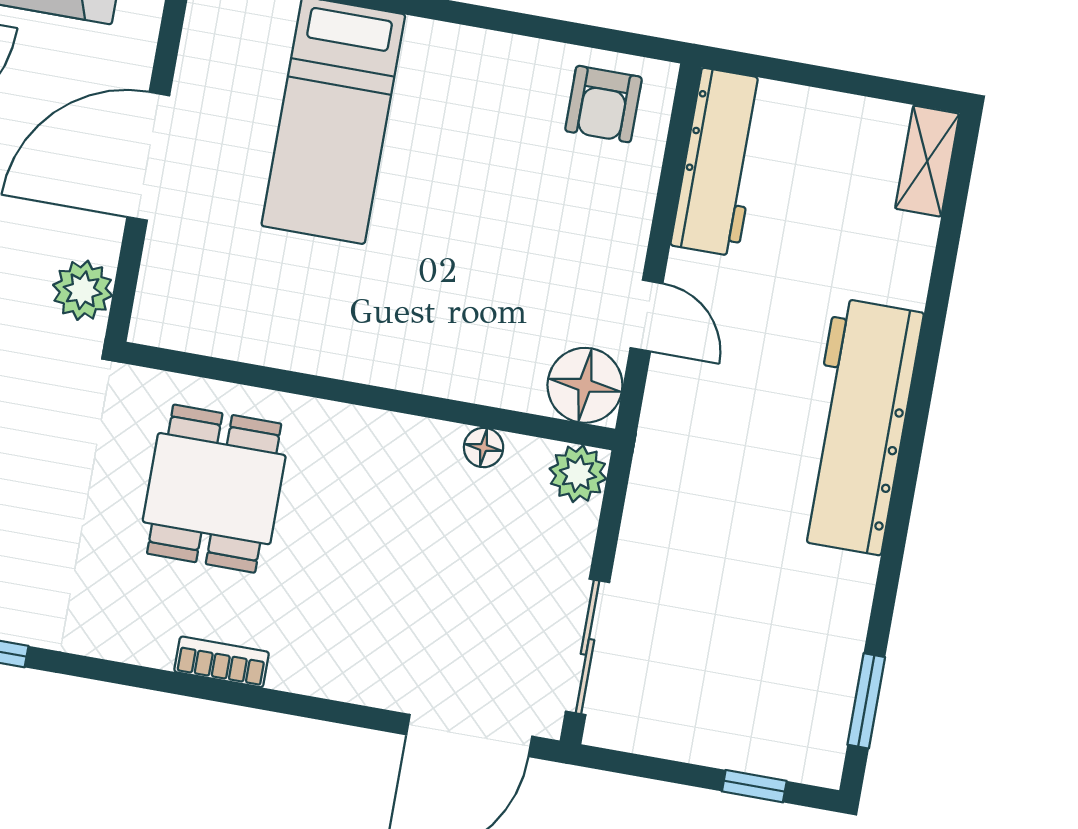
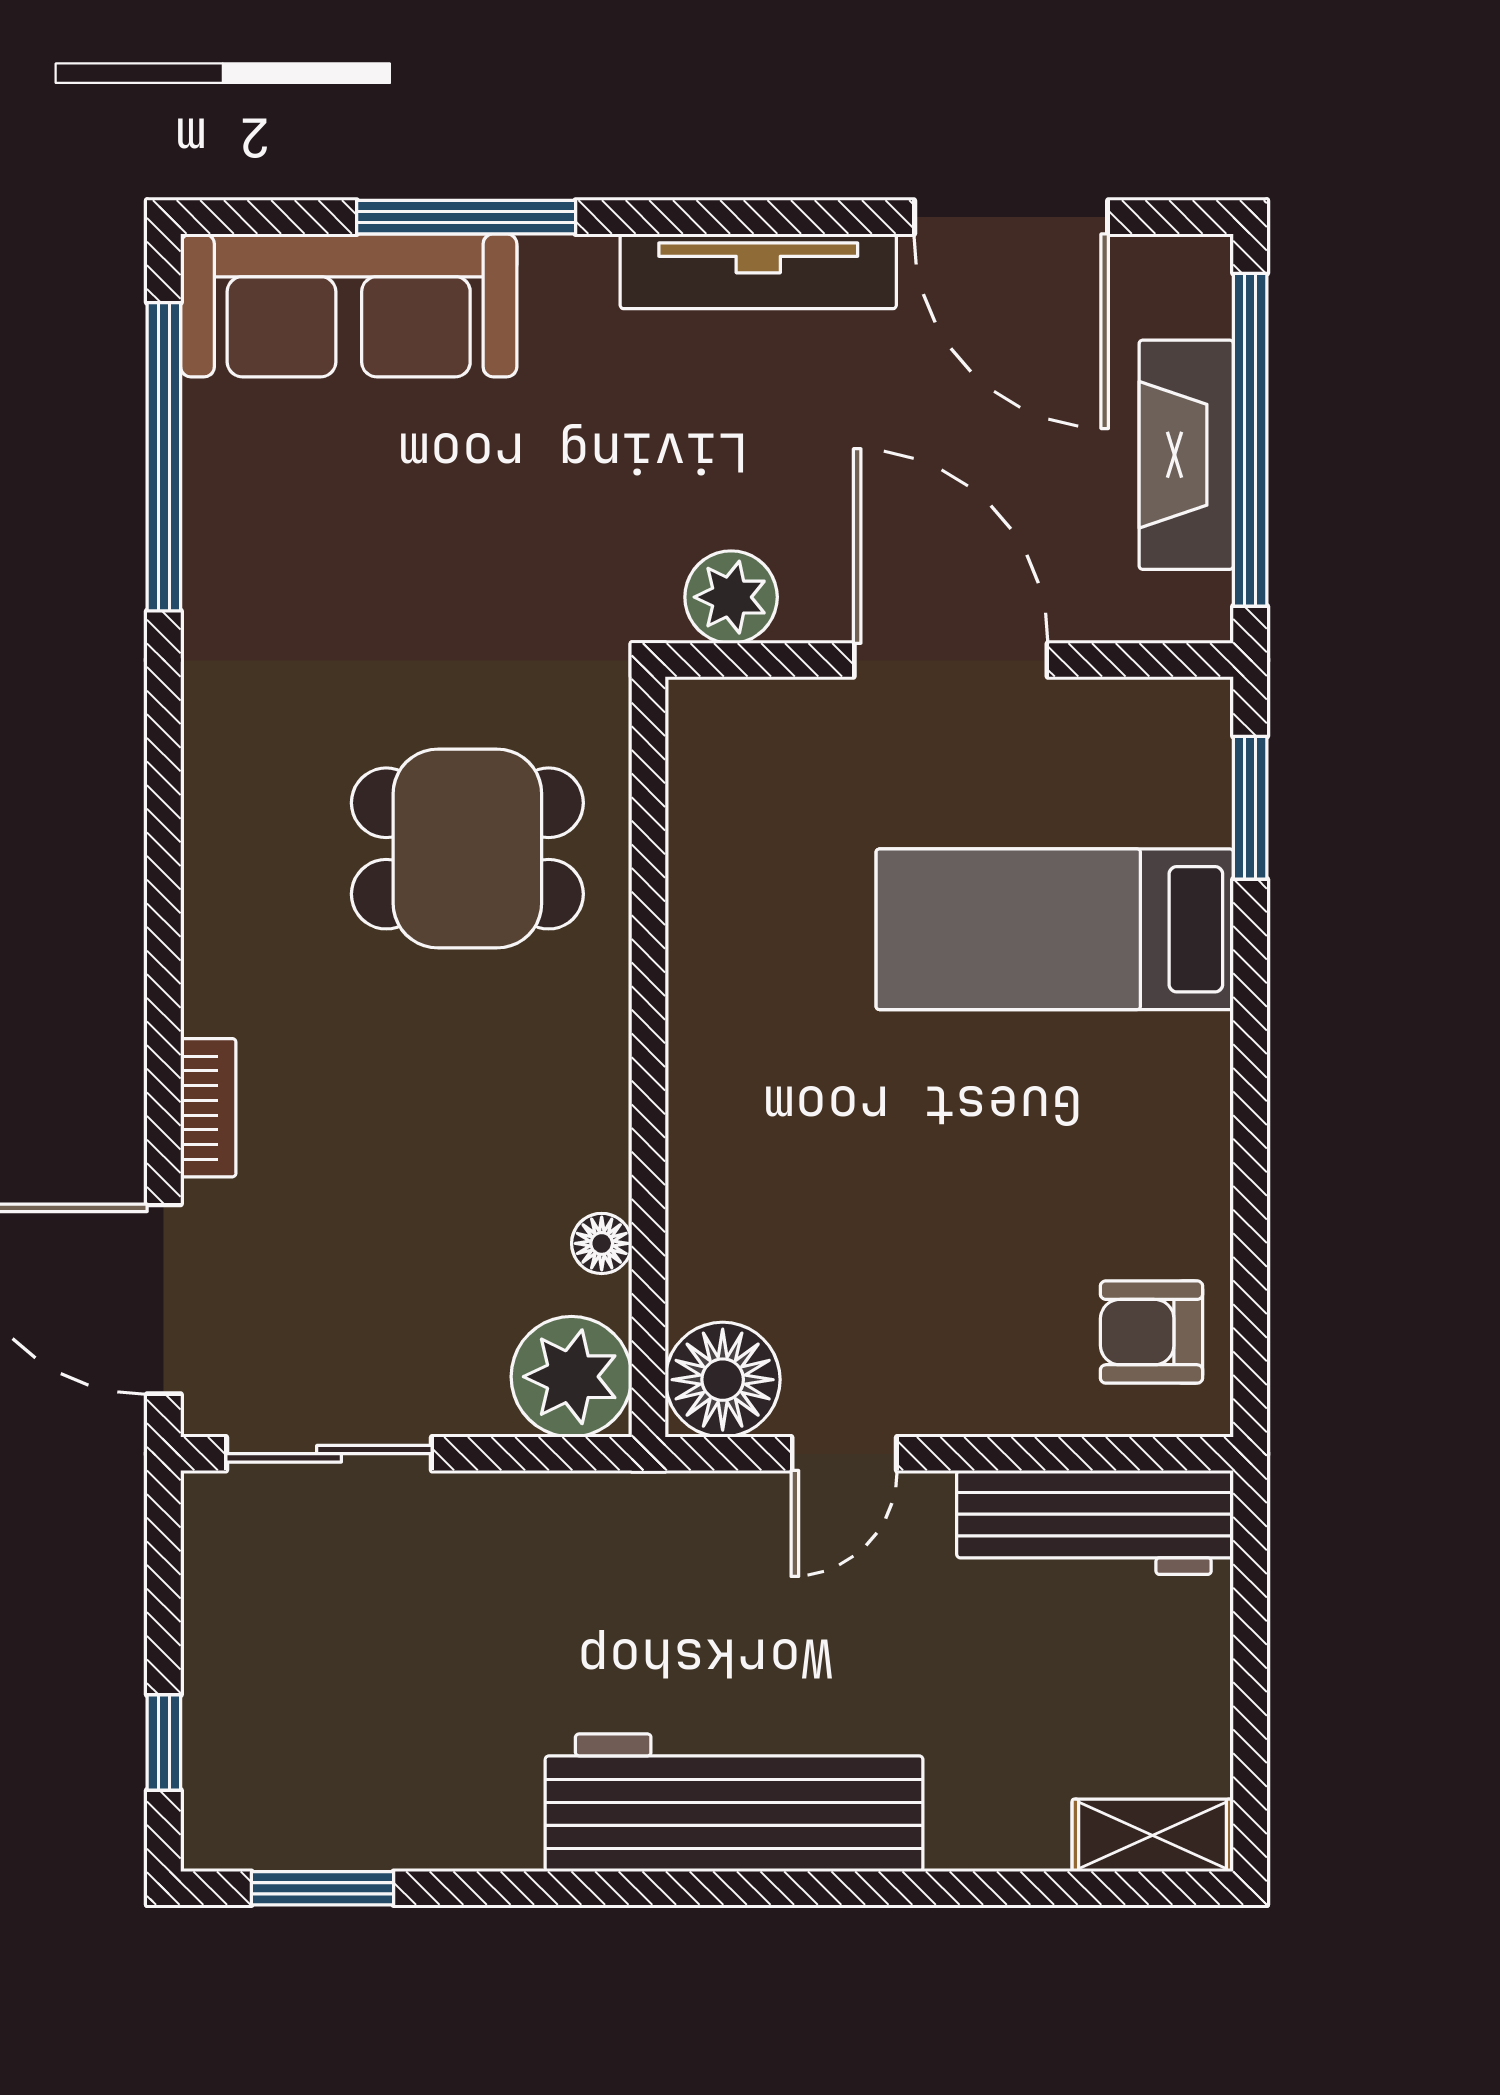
plant: (578, 474) -> (571, 1377), width x1.36, depth x1.36
bookcase: (222, 662) -> (208, 1108), moved

